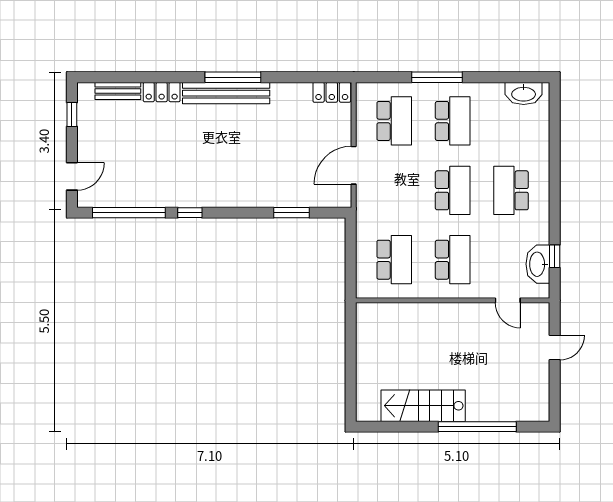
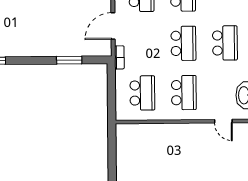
school desk: (511, 190) -> (225, 43), turned 180
bookcase: (362, 209) -> (119, 57), added

